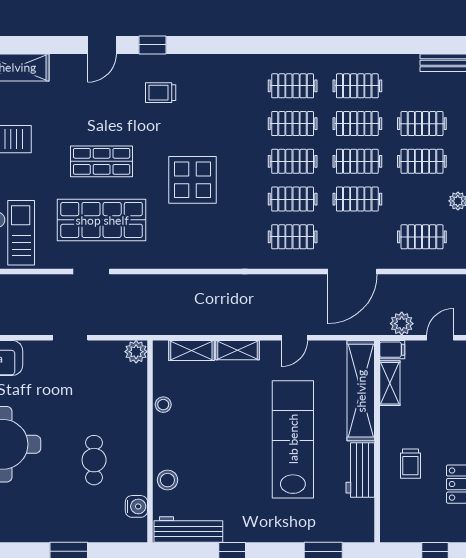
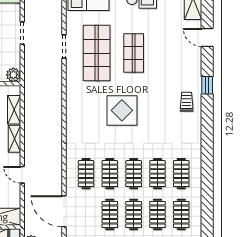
door: (102, 45) -> (207, 37), moved
trolley: (161, 93) -> (187, 102), moved

